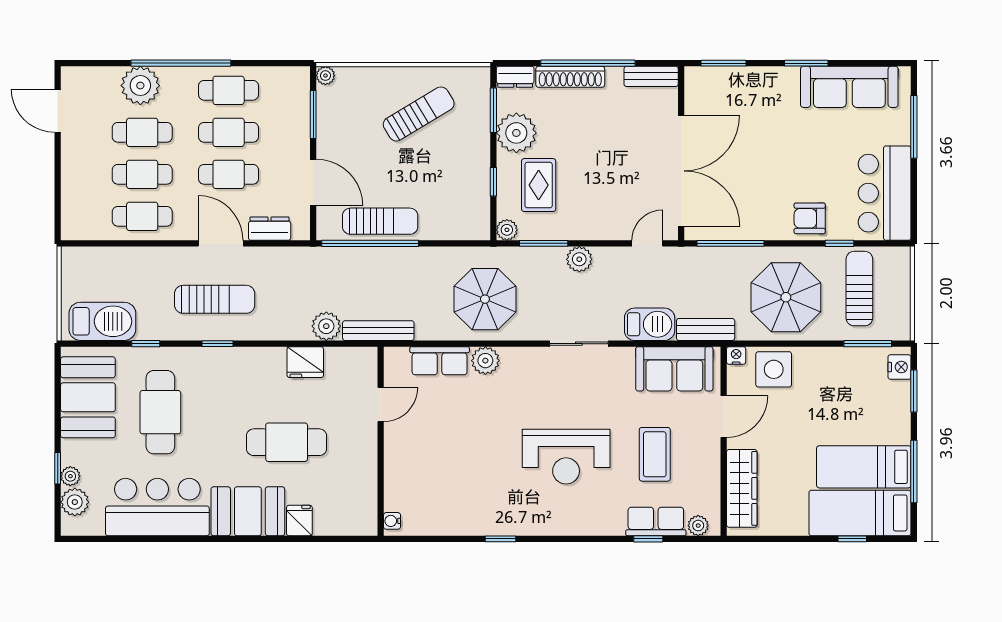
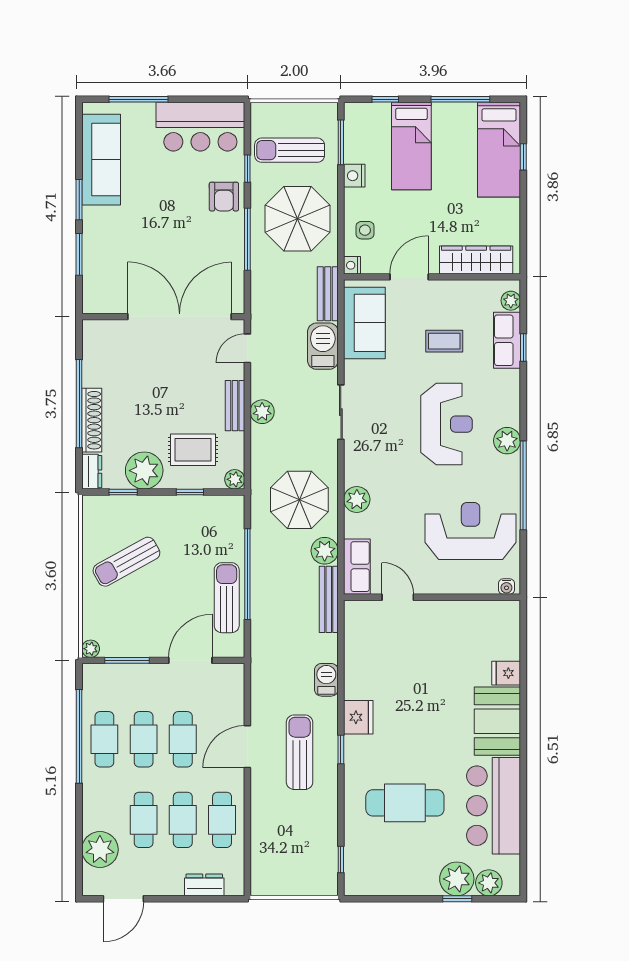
window: (181, 63) -> (79, 736), moved
window: (723, 63) -> (79, 254), moved
bench: (651, 76) -> (235, 406), moved
plant: (140, 86) -> (100, 850), moved
window: (493, 110) -> (123, 492), width x0.67
sun lounger: (419, 114) -> (126, 562), turned -88
dresser: (270, 229) -> (204, 885), moved, turned 90
window: (370, 243) -> (247, 574), moved
window: (544, 243) -> (247, 445), removed
door: (647, 243) -> (247, 348), hinge flipped
window: (730, 243) -> (247, 239), moved
barbecue: (102, 321) -> (326, 680), moved, width x0.53, depth x0.65
plant: (326, 326) -> (325, 551), moved
window: (146, 344) -> (341, 860), moved
row of seats: (440, 361) -> (357, 567), moved
fridge: (305, 362) -> (358, 717), moved
nightstand: (900, 367) -> (354, 176), moved, turned -90
side table: (774, 369) -> (365, 230), width x0.54, depth x0.54
window: (914, 391) -> (385, 99), width x0.67
booth: (88, 397) -> (391, 871), removed
door: (724, 417) -> (409, 277), hinge flipped
cafe table: (287, 442) -> (433, 685), removed
coffee table: (655, 454) -> (444, 341), width x0.73, depth x0.77
bed: (864, 467) -> (411, 146), moved
plant: (70, 476) -> (457, 879), width x1.88, depth x1.88
reception desk: (452, 482) -> (471, 531), added
plant: (548, 522) -> (507, 441), added
window: (501, 539) -> (523, 485), width x3.17

